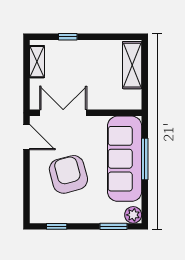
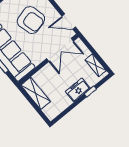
freezer: (80, 50) -> (78, 90), added
shelving: (132, 65) -> (36, 93), moved

